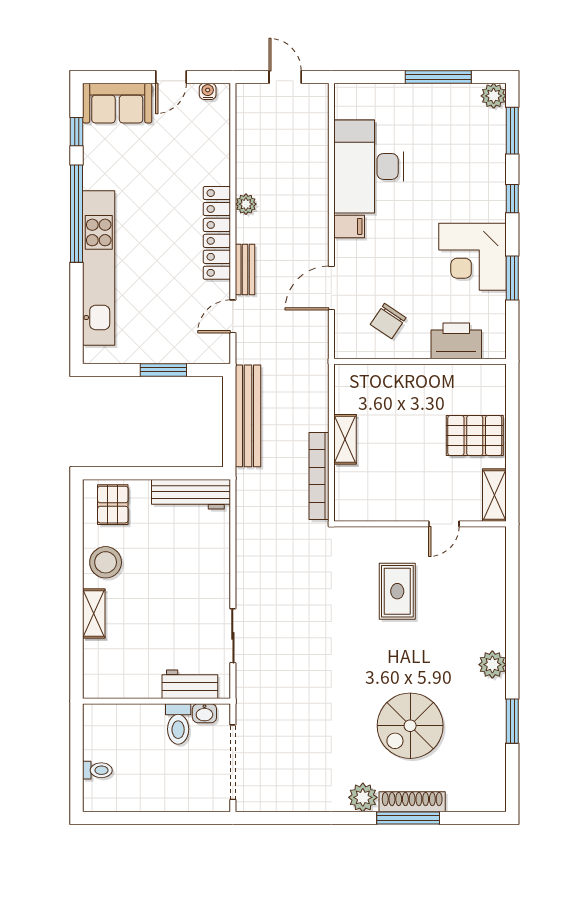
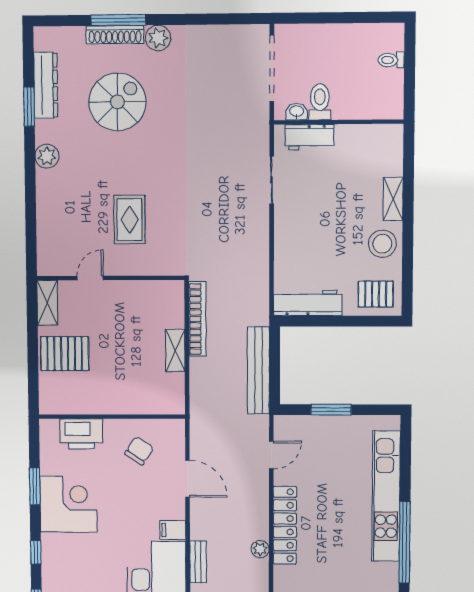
bench: (245, 269) -> (198, 562), moved
door: (331, 288) -> (187, 479), hinge flipped
pallet: (113, 505) -> (376, 294), turned 90
dresser: (493, 745) -> (46, 85), added

